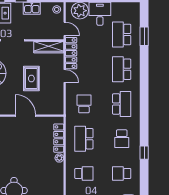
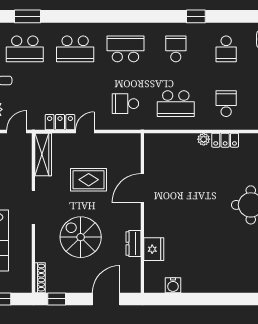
locker: (71, 53) -> (60, 122), width x0.66
locker: (59, 138) -> (225, 140), moved, width x0.66
school desk: (122, 139) -> (176, 49), turned -90

